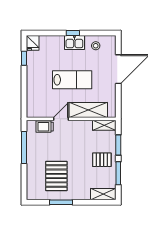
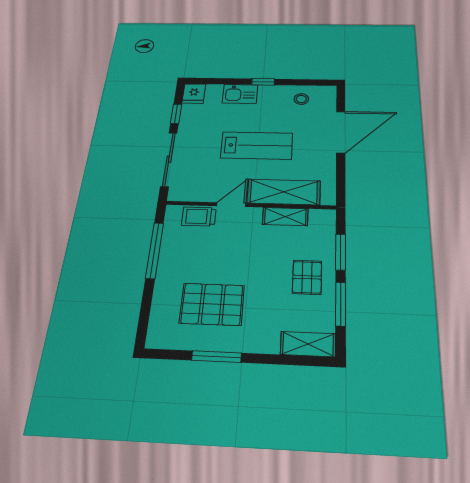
kitchen sink: (74, 43) -> (240, 94), moved
sliding door: (24, 90) -> (169, 159), added
shelving: (104, 125) -> (285, 217), moved
pallet: (102, 160) -> (307, 277), turned 90
pallet: (56, 176) -> (212, 304), turned 90

